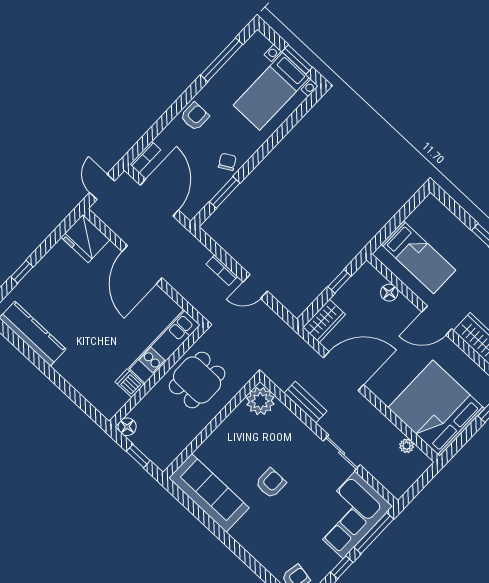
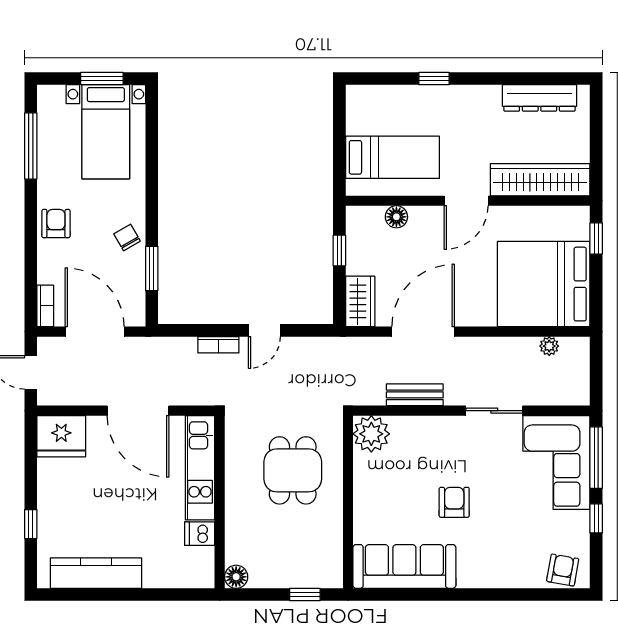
kitchen unit: (164, 346) -> (200, 468), moved
wall: (157, 376) -> (220, 502), moved
dishwasher: (129, 383) -> (200, 534), moved
floor lamp: (127, 427) -> (236, 577), moved

